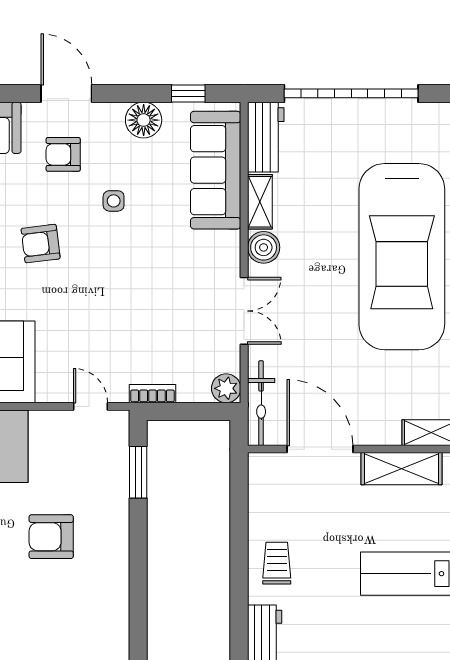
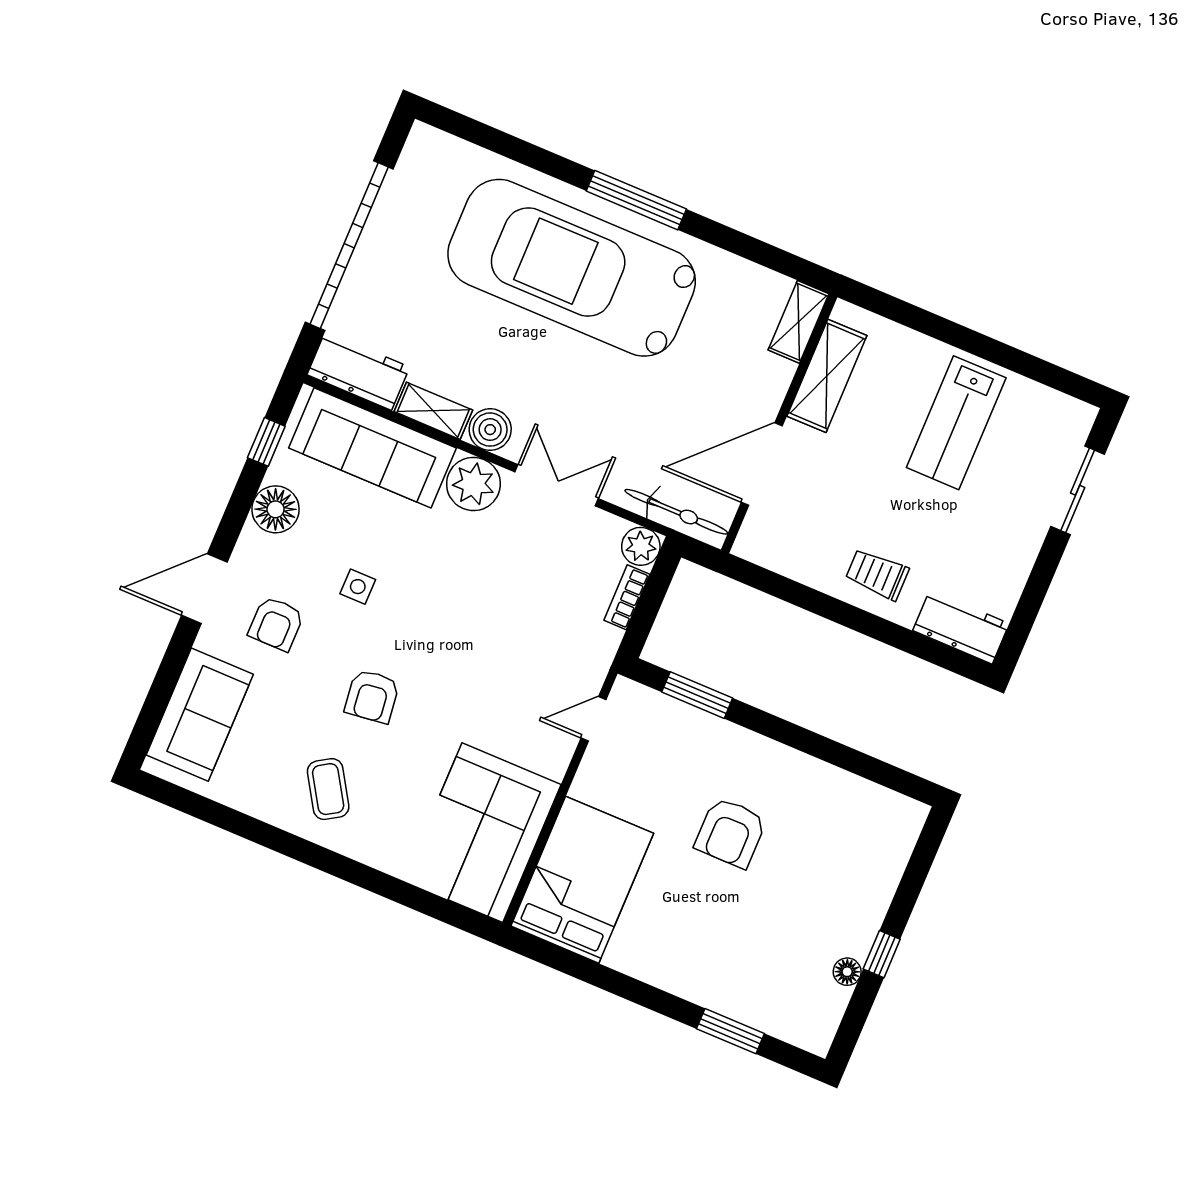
plant: (220, 252) -> (473, 484), added
car: (402, 257) -> (572, 268), turned 180
bookcase: (152, 394) -> (627, 597), moved

